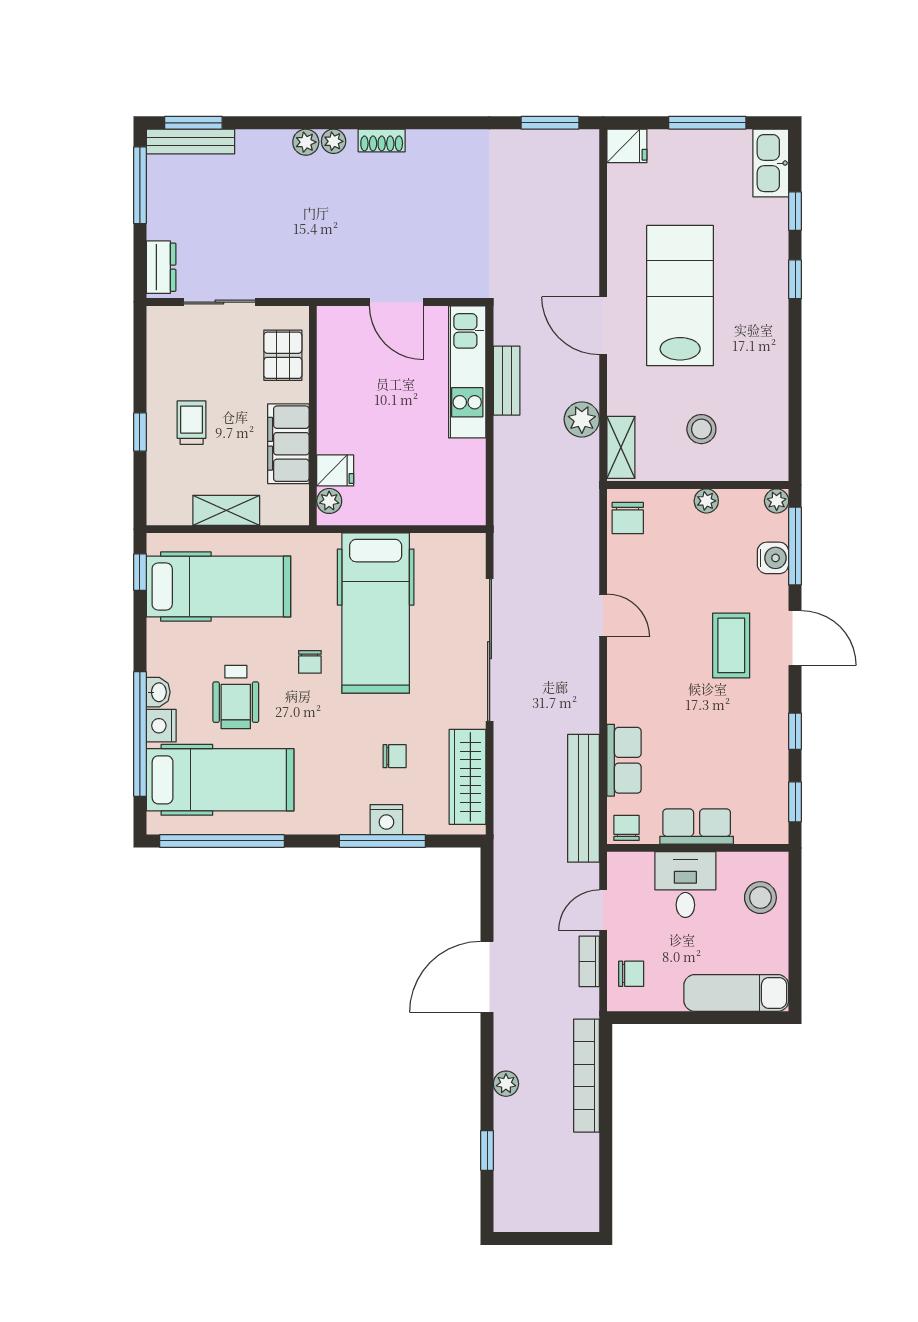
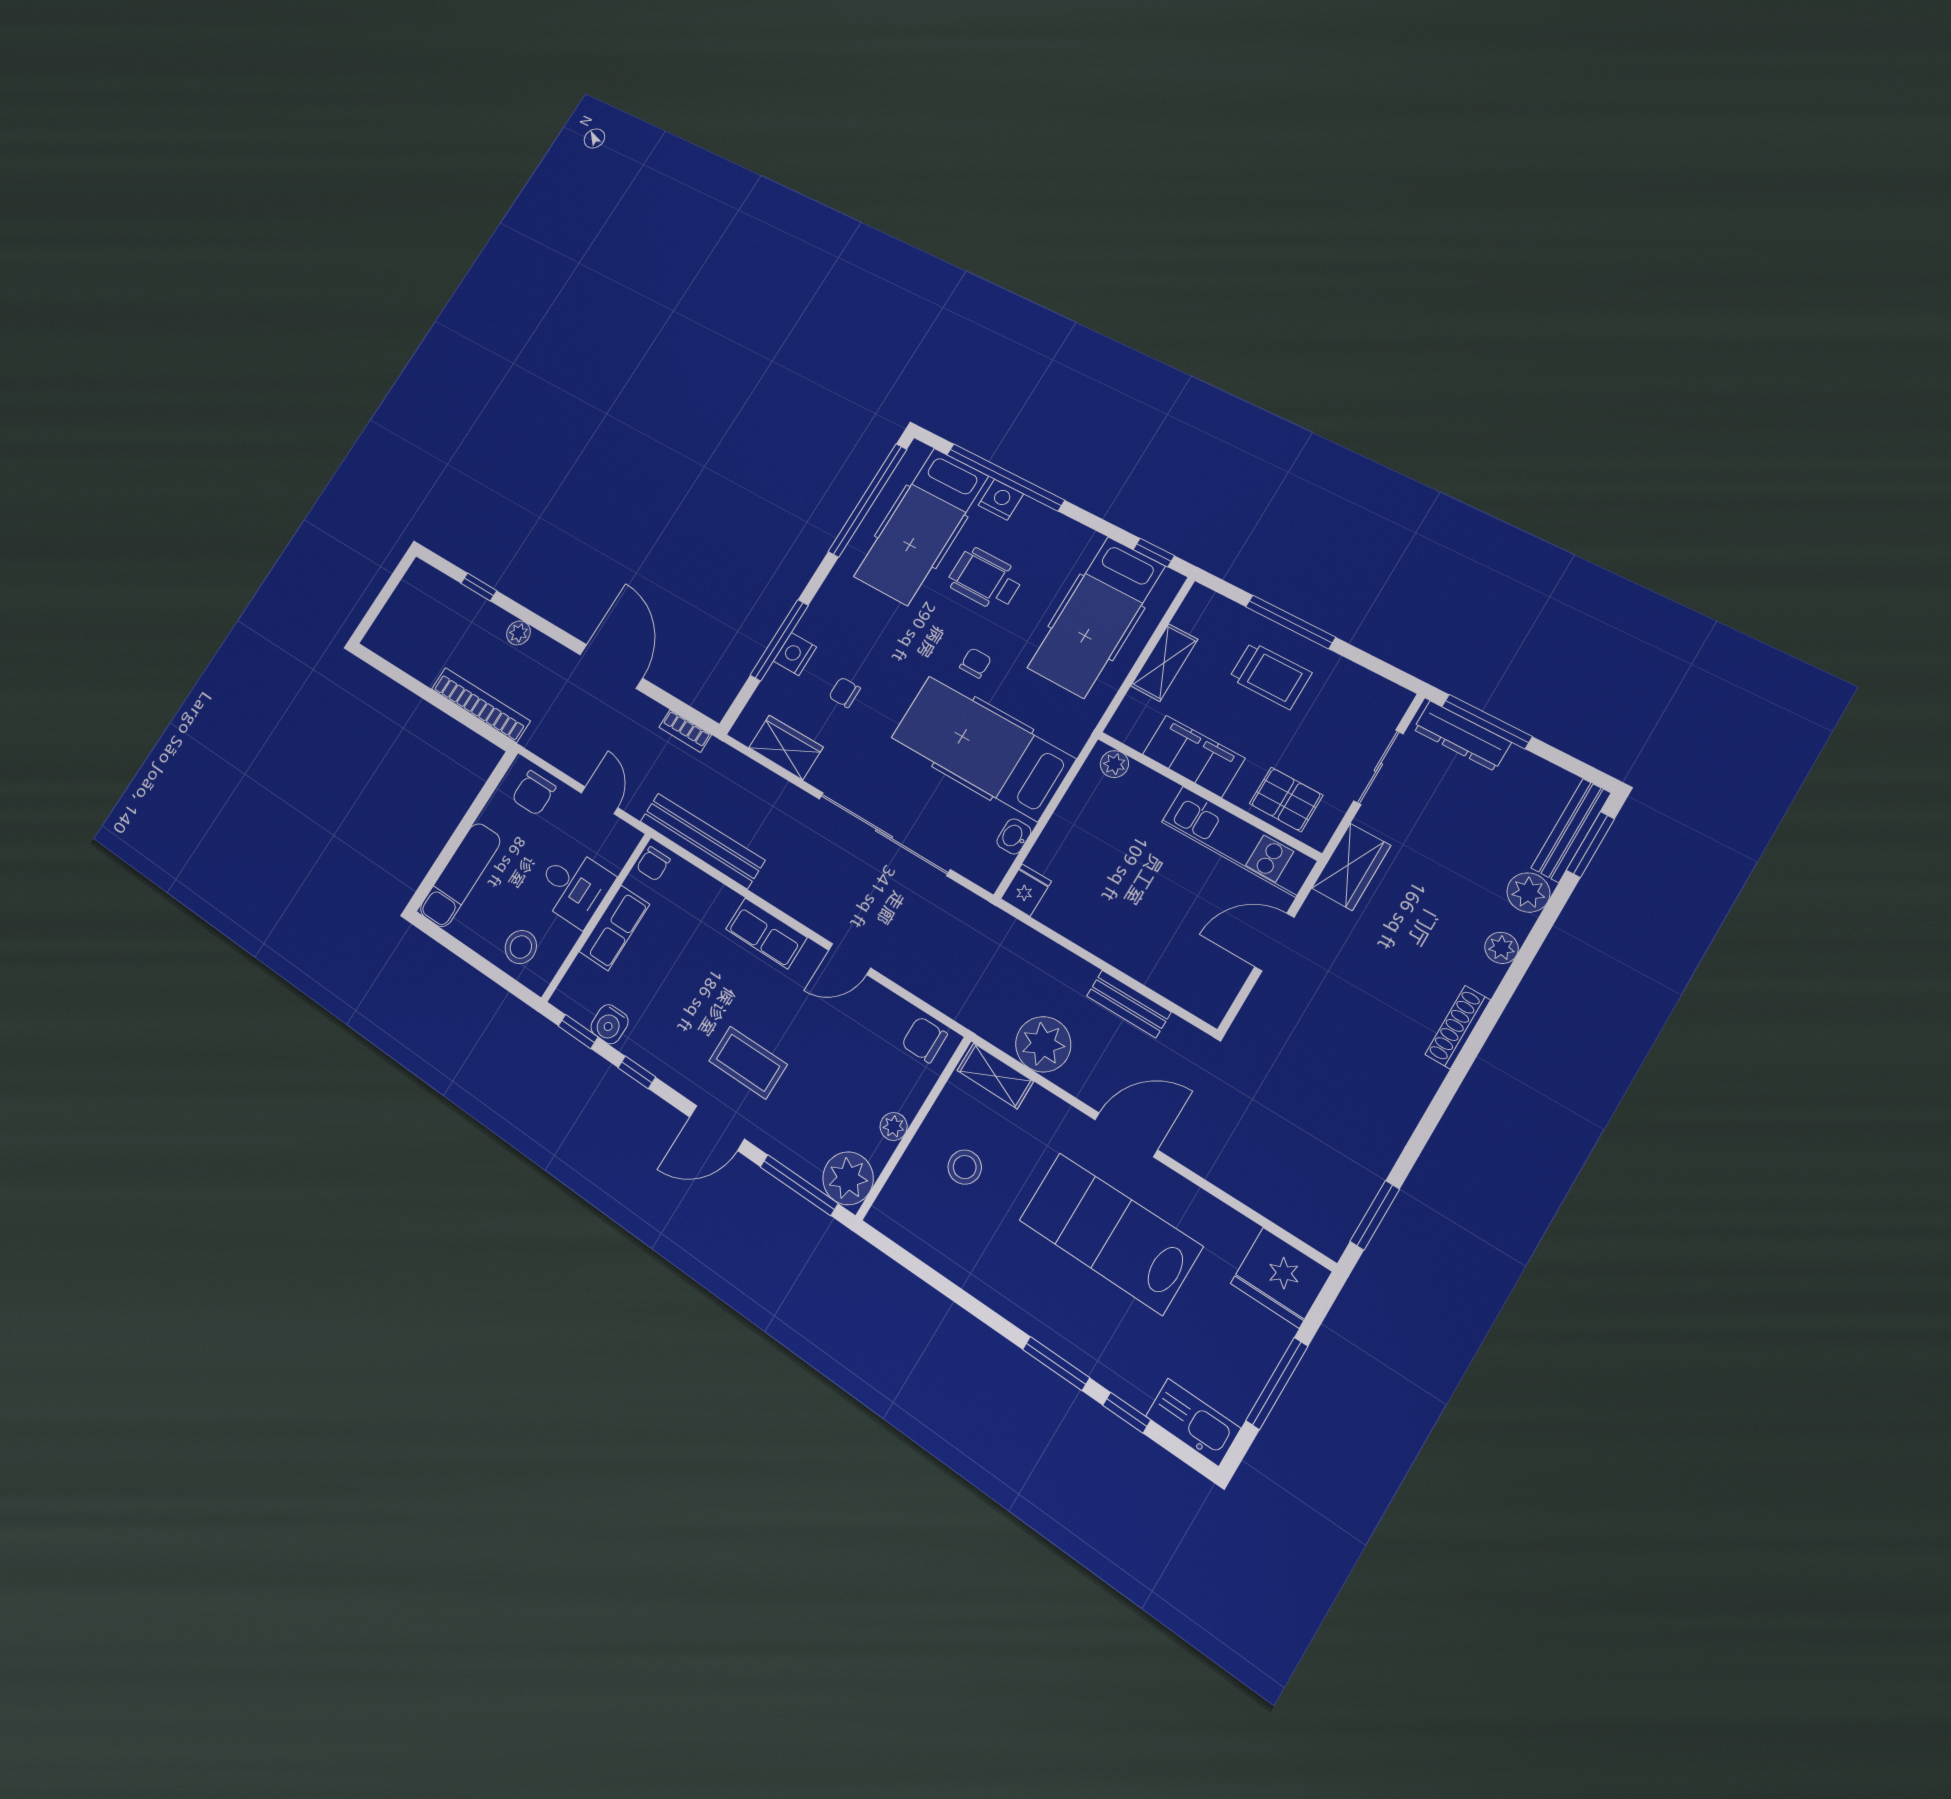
shoe rack: (382, 140) -> (1458, 1027), width x1.43
plant: (334, 141) -> (1528, 892), moved, width x1.38, depth x1.38
fridge: (627, 146) -> (1281, 1278), width x1.88, depth x1.34
window: (140, 185) -> (1487, 722), moved
dresser: (161, 267) -> (1462, 736), width x1.44
wardrobe: (307, 279) -> (1351, 867), added
window: (795, 279) -> (1056, 1364), width x1.50
lab bench: (680, 296) -> (1110, 1233), turned 180
kitchen unit: (467, 372) -> (1239, 841), moved, turned 180
plant: (582, 419) -> (1043, 1044), width x1.36, depth x1.36
trolley: (192, 423) -> (1270, 675), width x1.36, depth x1.39
window: (140, 432) -> (1290, 622), width x2.17
fridge: (335, 470) -> (1026, 890), moved, turned 180
plant: (777, 501) -> (848, 1178), width x1.87, depth x1.87
water cooler: (773, 558) -> (610, 1024), moved
chair: (310, 662) -> (975, 663), turned 90
washbasin: (158, 692) -> (1014, 836), moved, turned 90
chair: (395, 756) -> (845, 692), turned 90
row of seats: (624, 760) -> (766, 933), moved
wardrobe: (467, 777) -> (786, 747), width x0.67
chair: (626, 828) -> (653, 864), turned 90
bookcase: (589, 961) -> (685, 731), moved, turned 180
chair: (631, 974) -> (534, 793), width x1.37, depth x1.37

